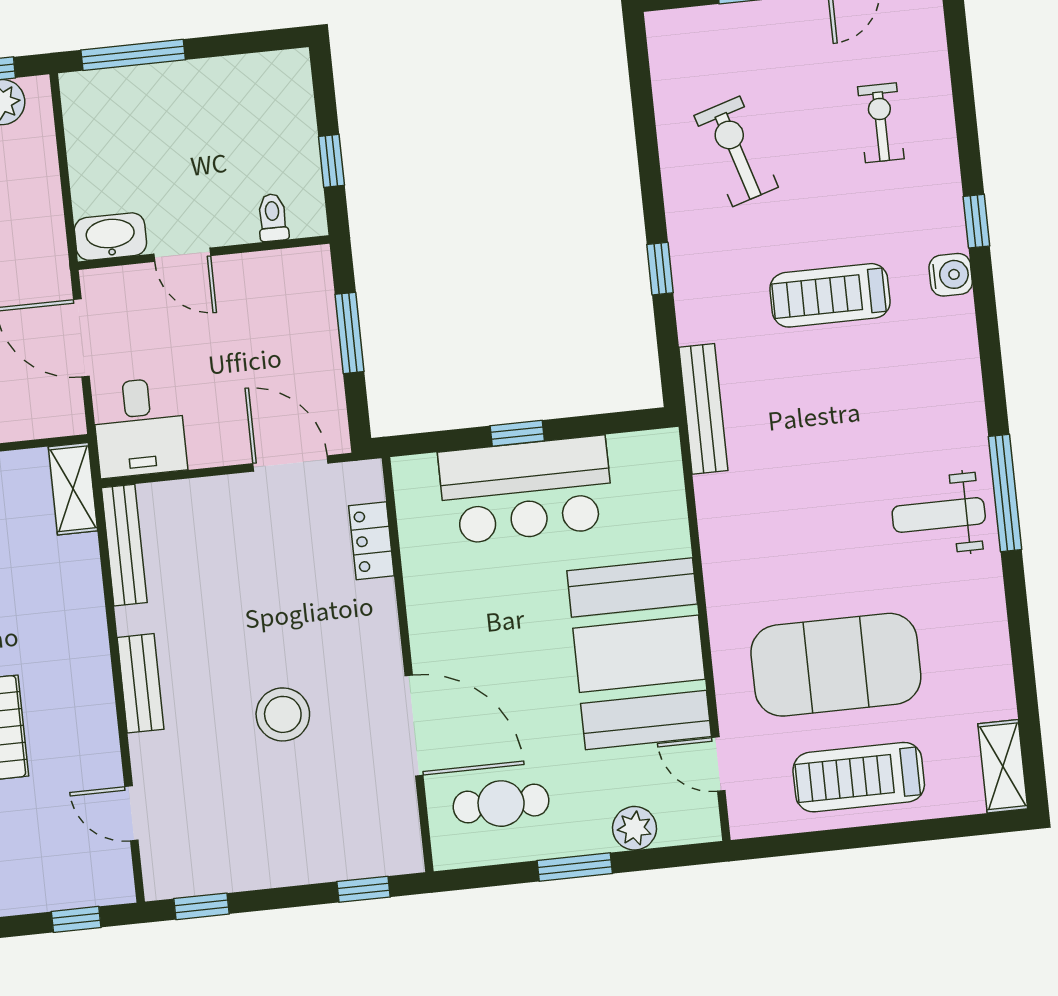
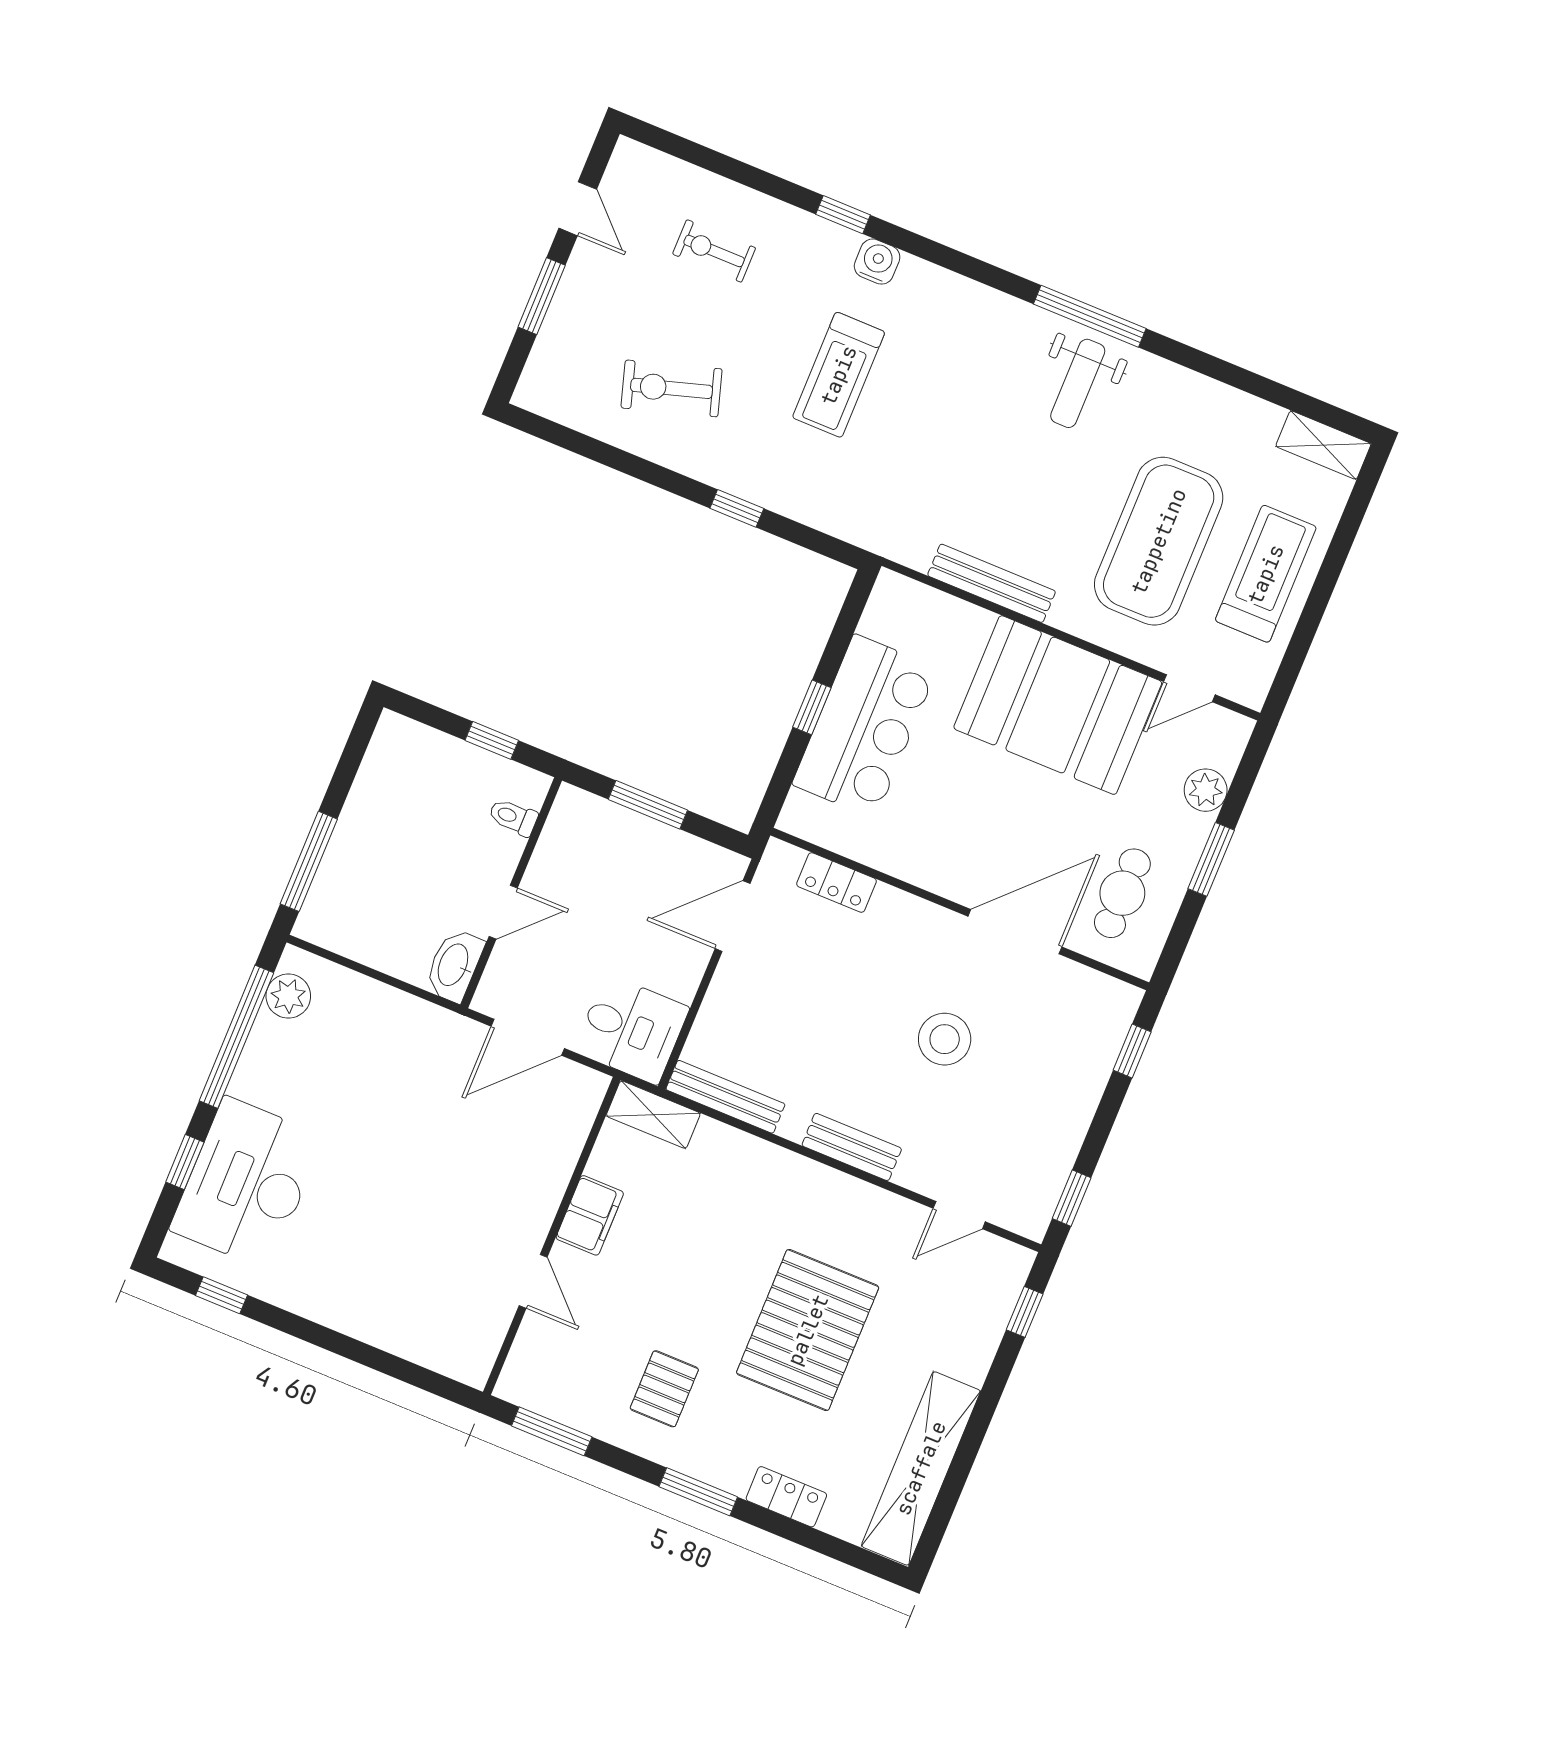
bench: (703, 409) -> (992, 583), moved
treadmill: (859, 777) -> (1266, 574), turned 180

